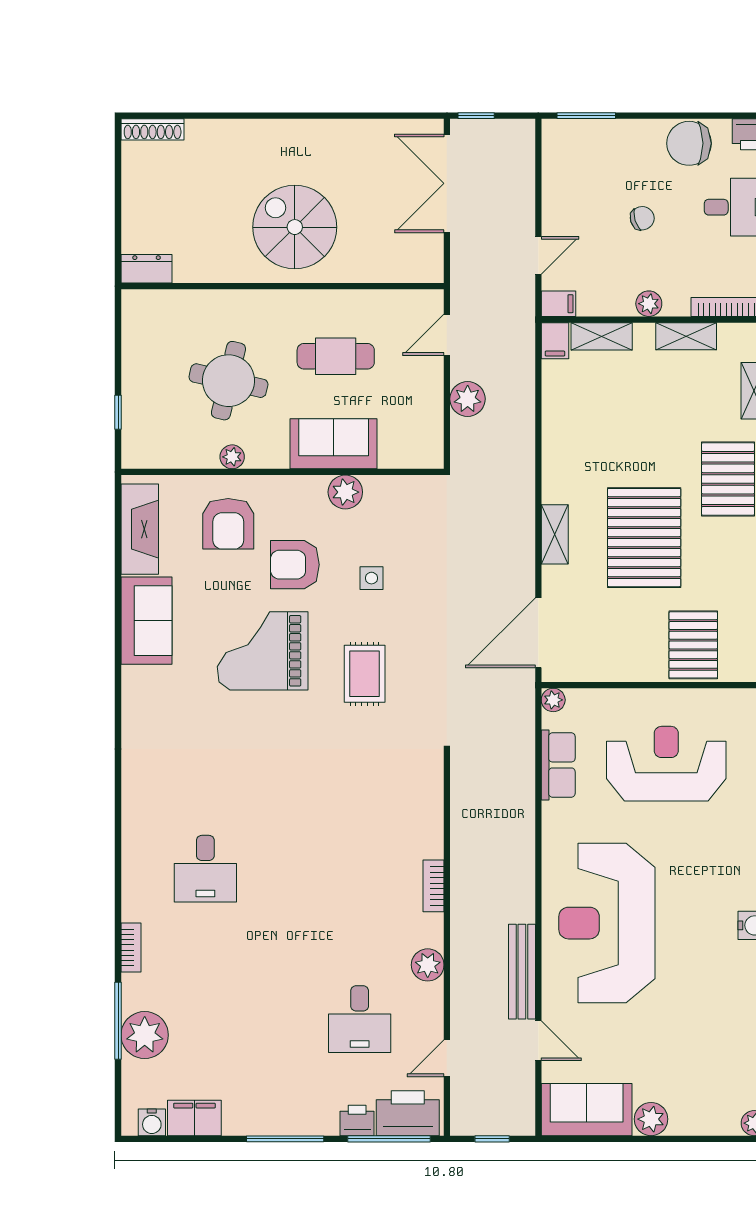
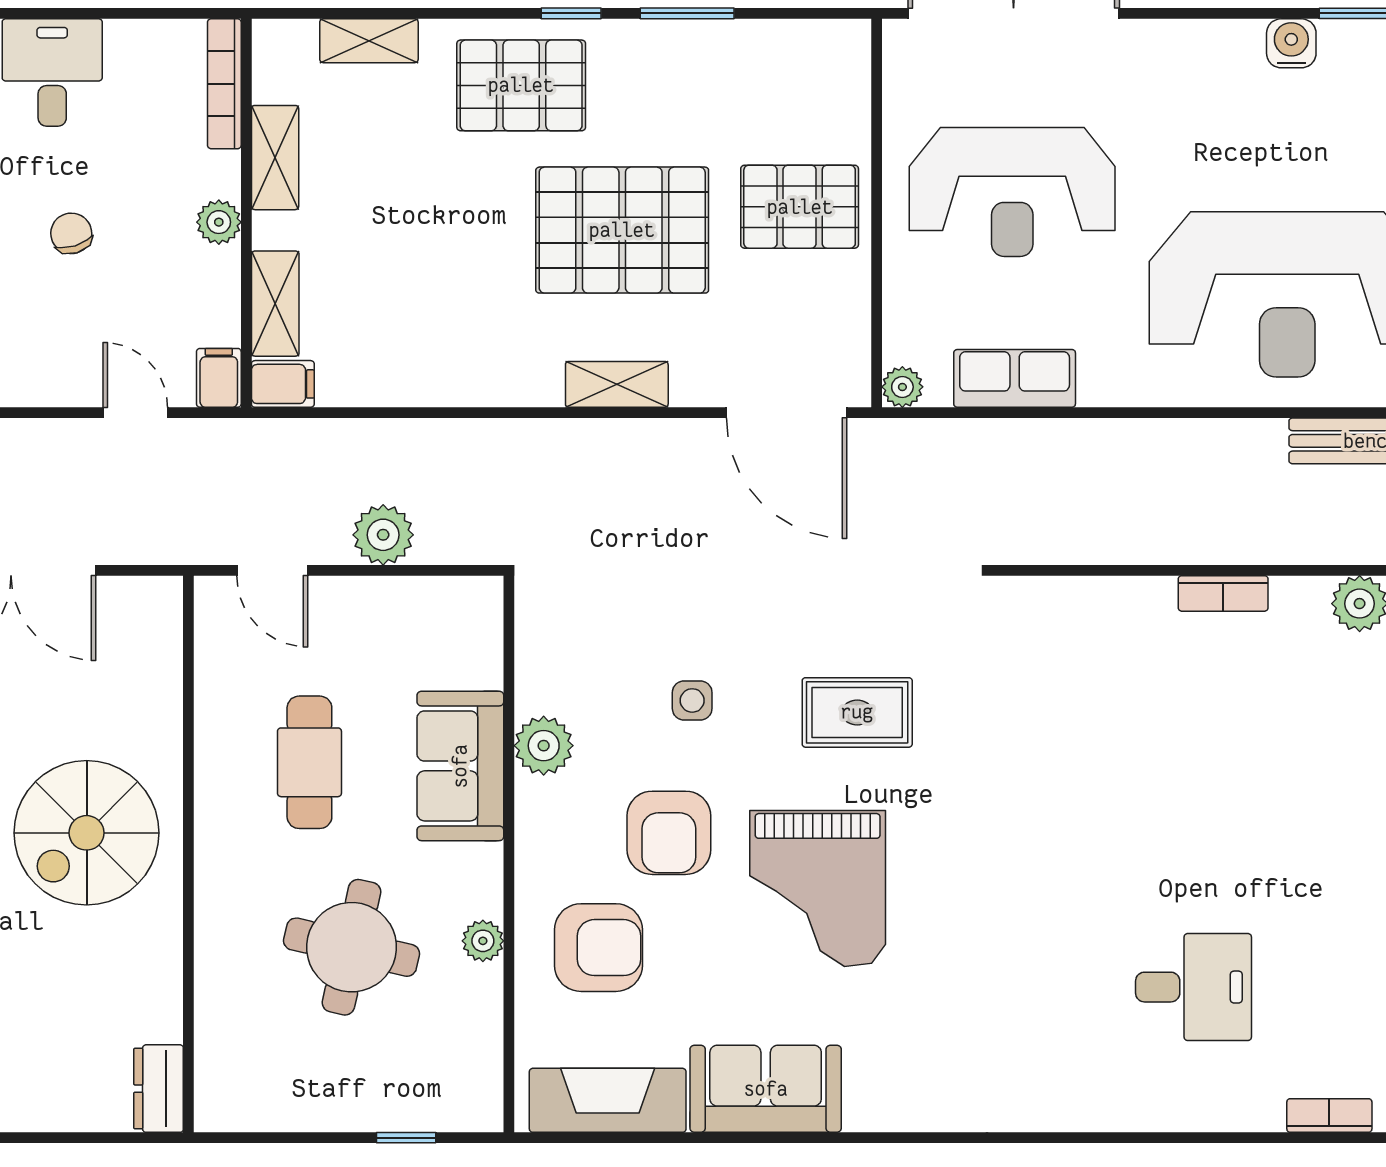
pallet: (693, 645) -> (800, 207), moved
reception desk: (666, 764) -> (1012, 192), turned -90

